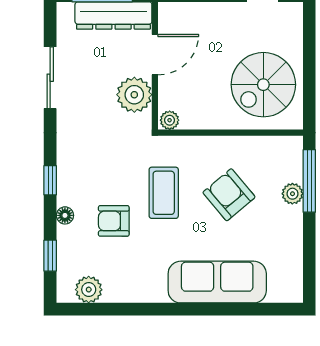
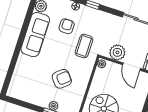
coffee table: (164, 193) -> (84, 46), moved, turned 90
sofa: (217, 282) -> (35, 35), moved

